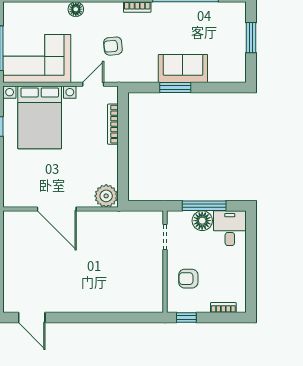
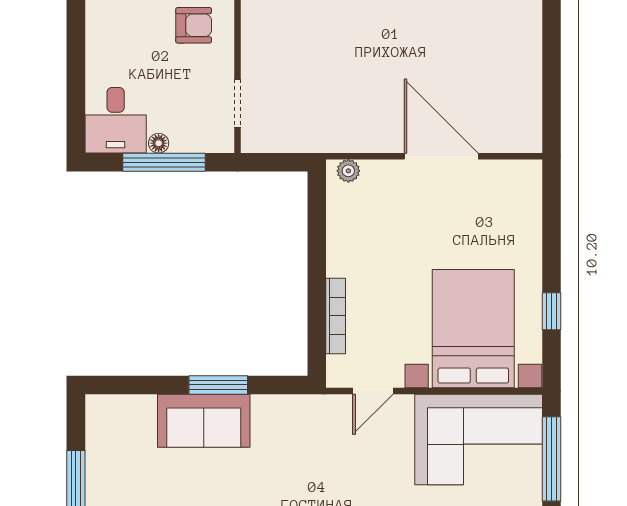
armchair: (113, 46) -> (335, 463), removed
plant: (106, 196) -> (348, 171), width x0.53, depth x0.53
floor lamp: (202, 221) -> (159, 143), width x0.53, depth x0.53

